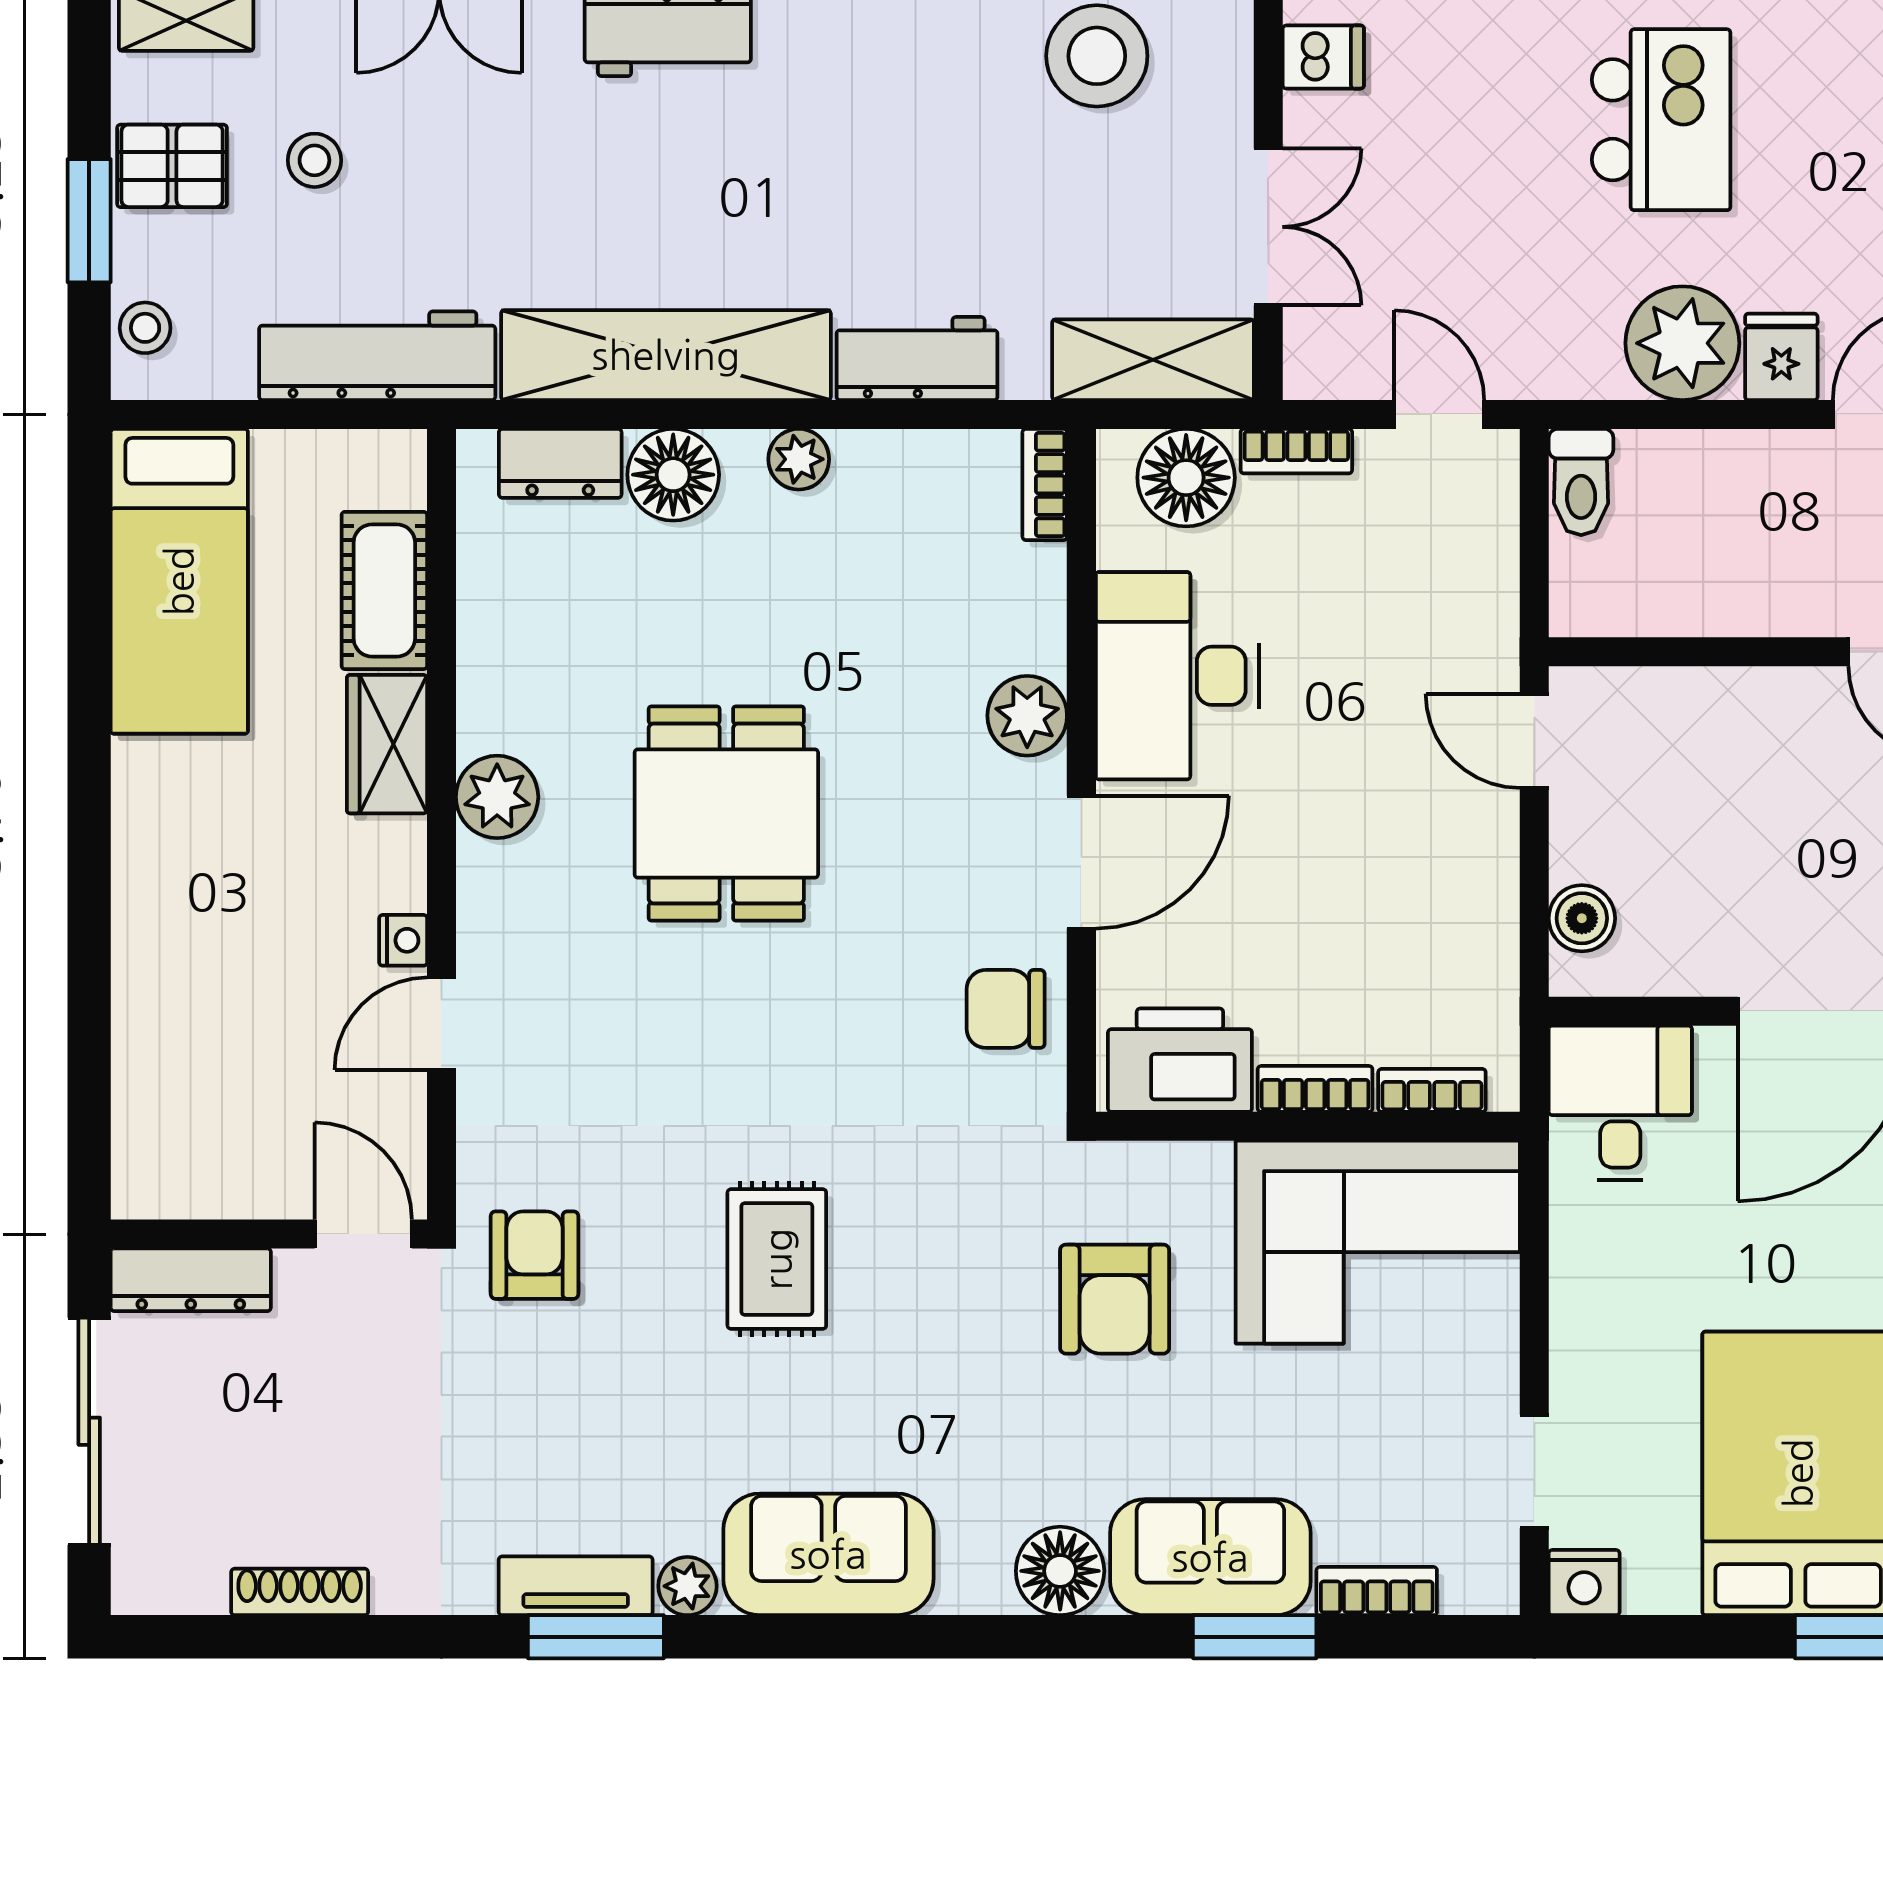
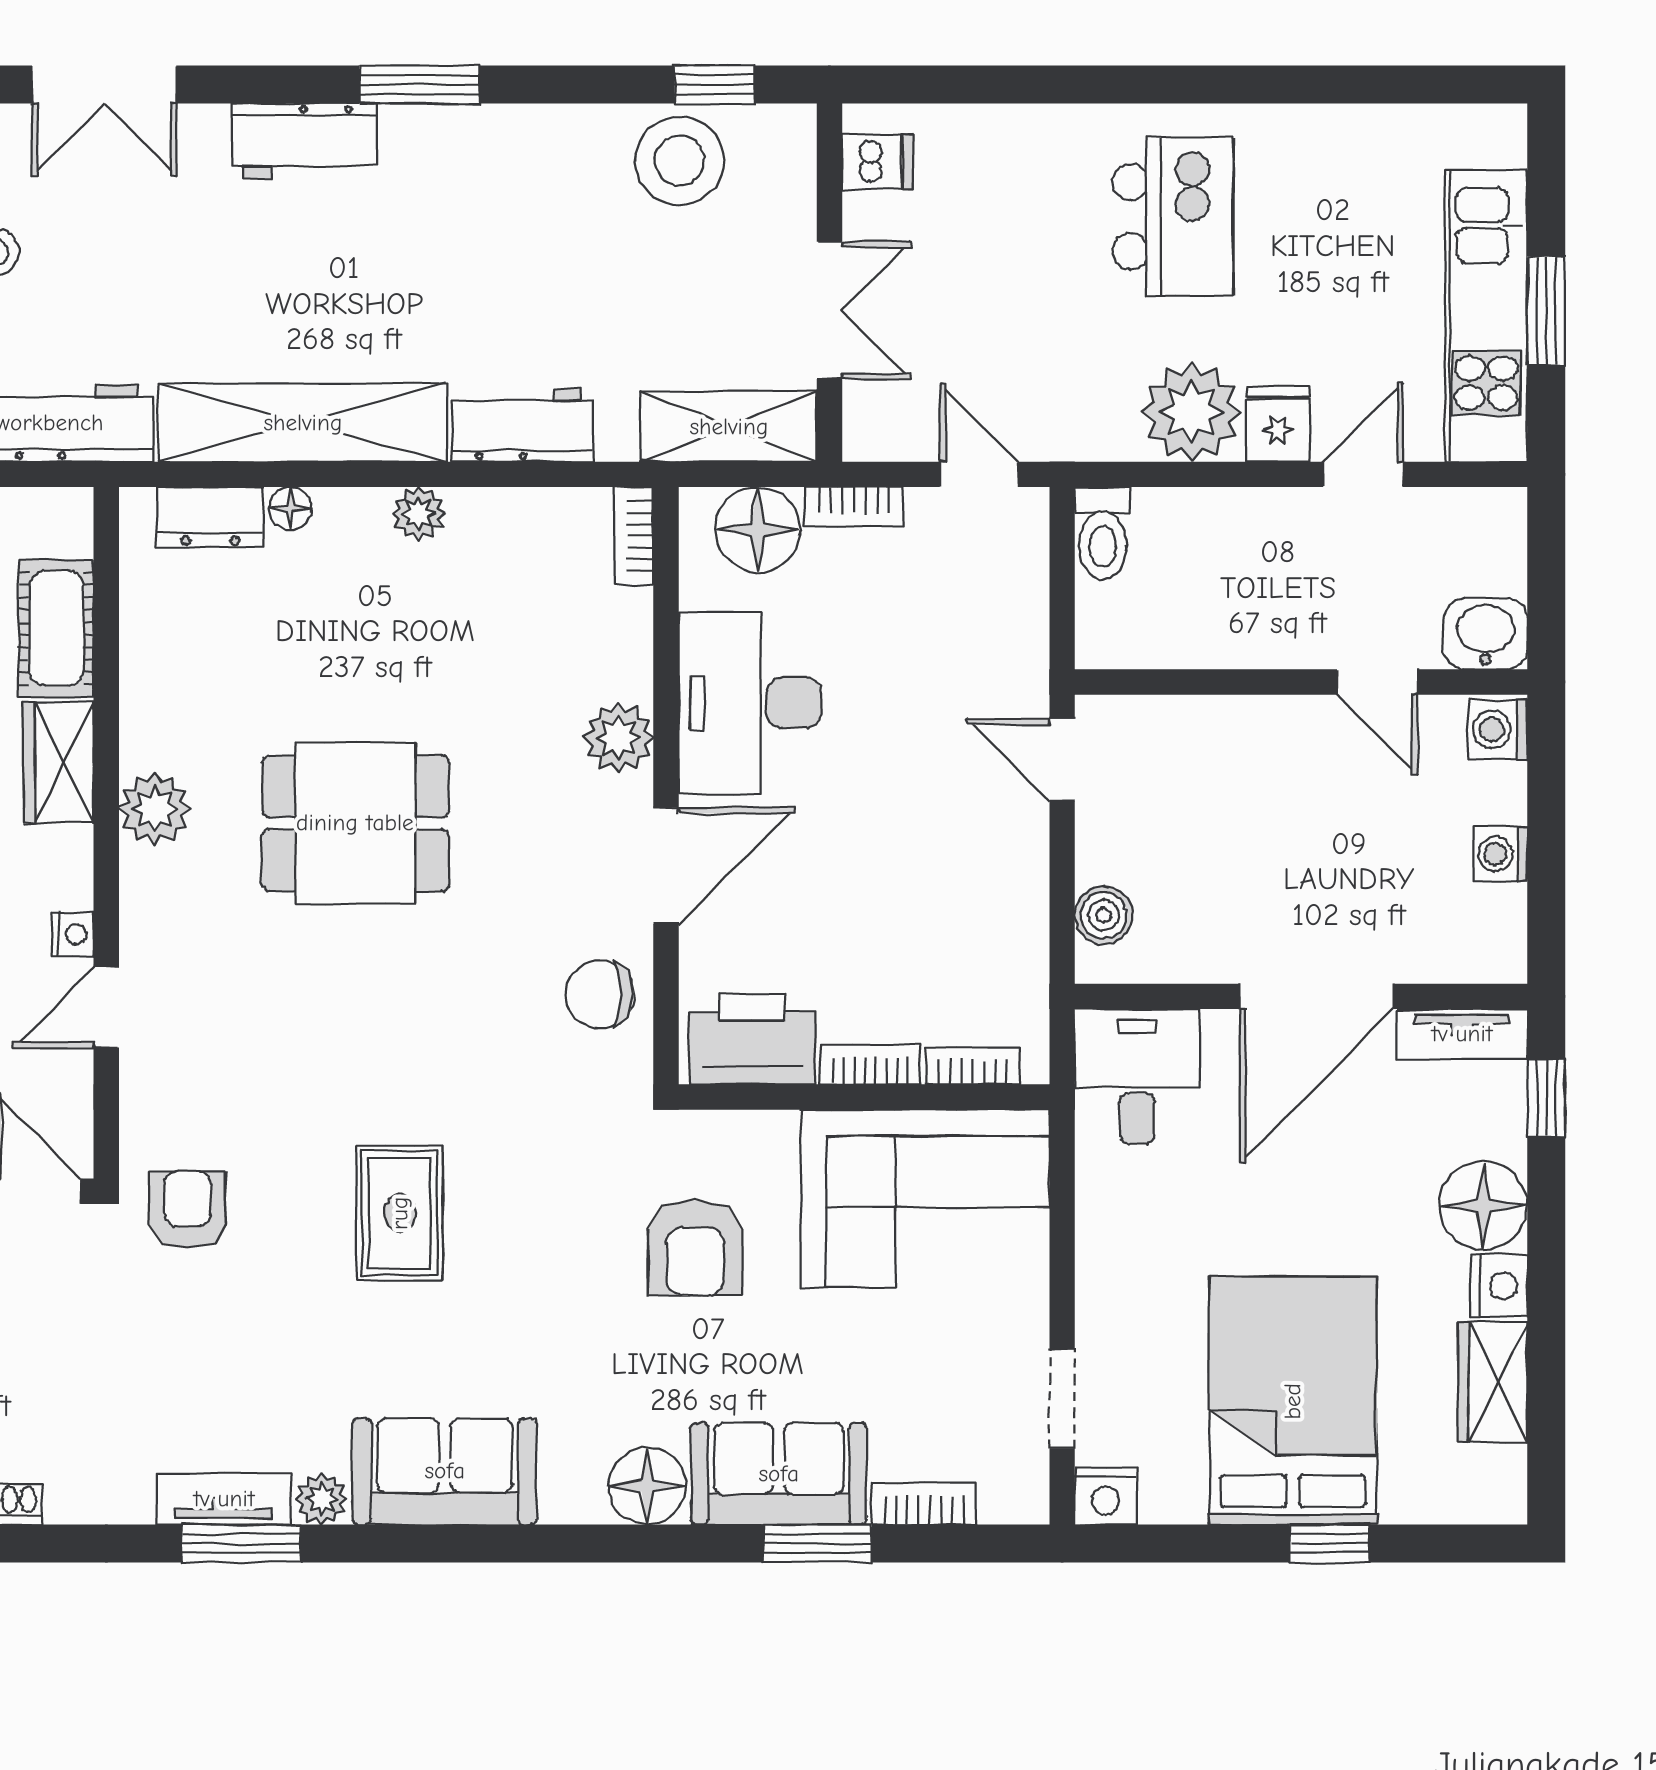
floor lamp: (673, 475) -> (290, 508), width x0.53, depth x0.53
dining table: (726, 814) -> (355, 823), turned 90

